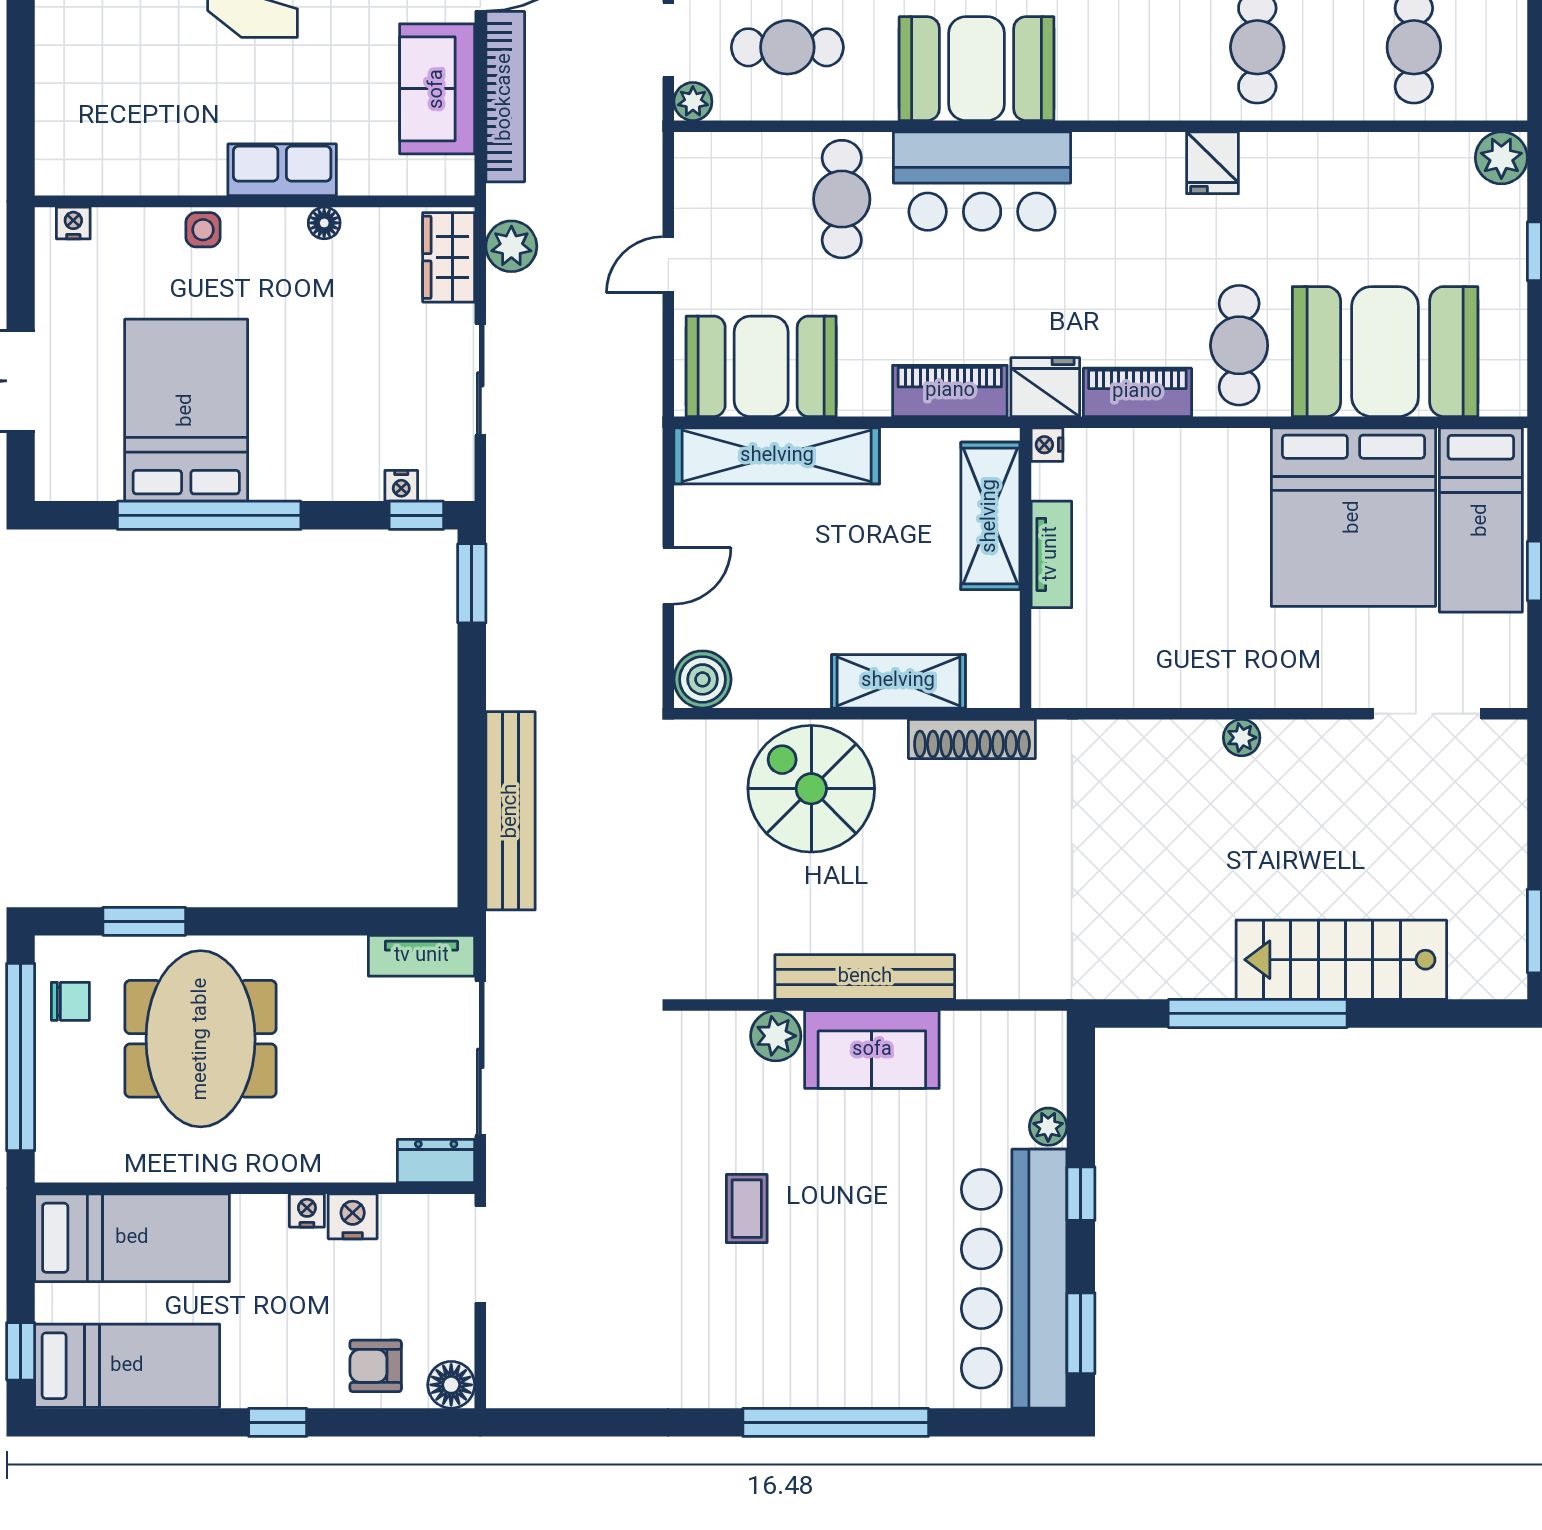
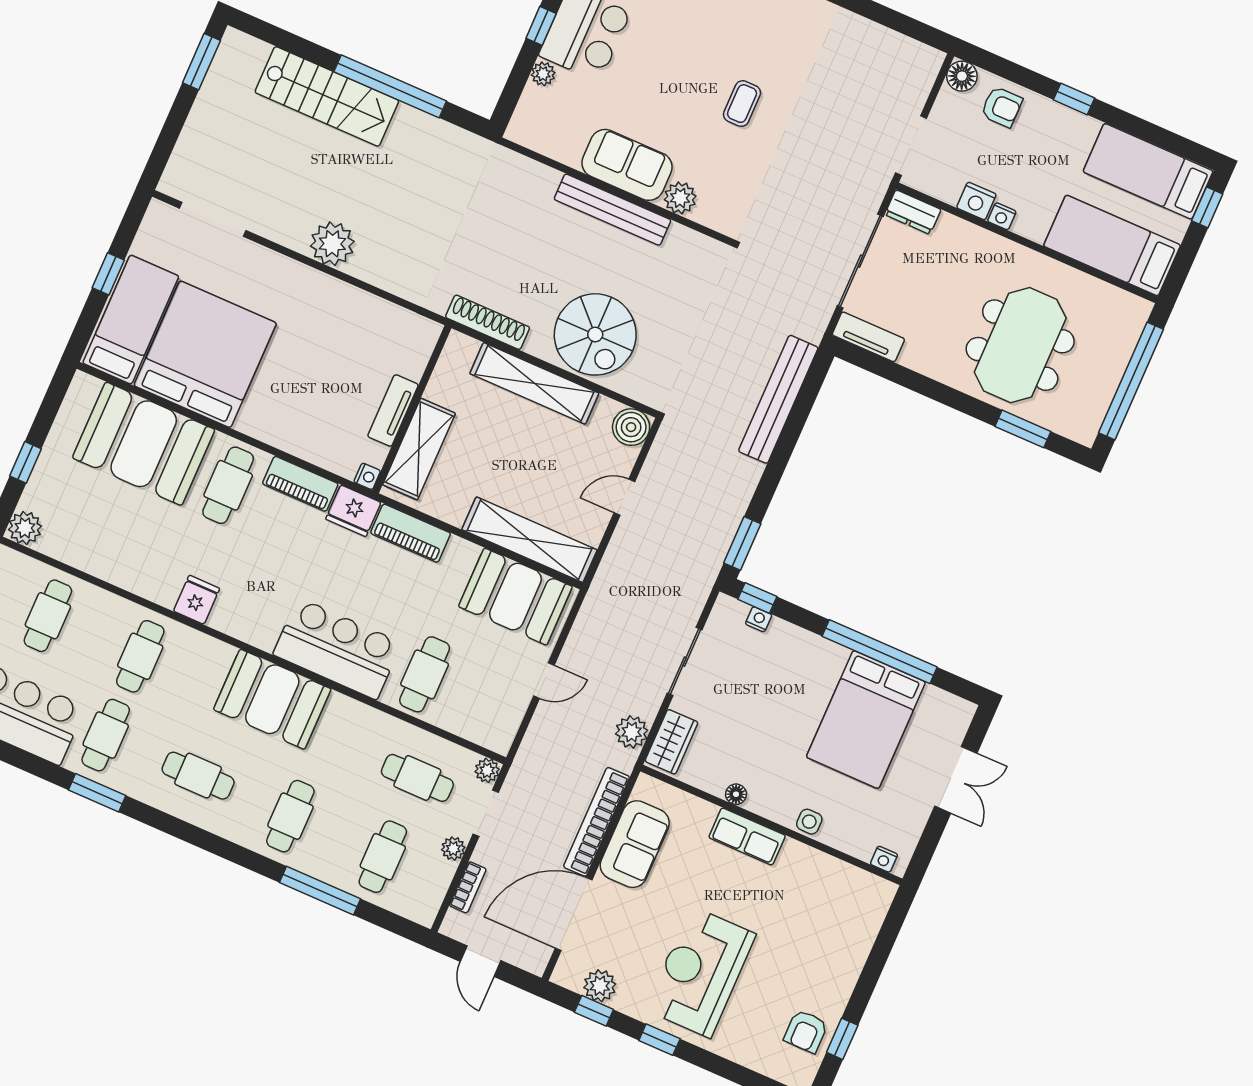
booth: (977, 69) -> (272, 699), moved
shelving: (898, 681) -> (534, 383), width x1.47
plant: (1242, 738) -> (332, 244), width x1.88, depth x1.88
chair: (70, 1001) -> (1087, 401), removed

